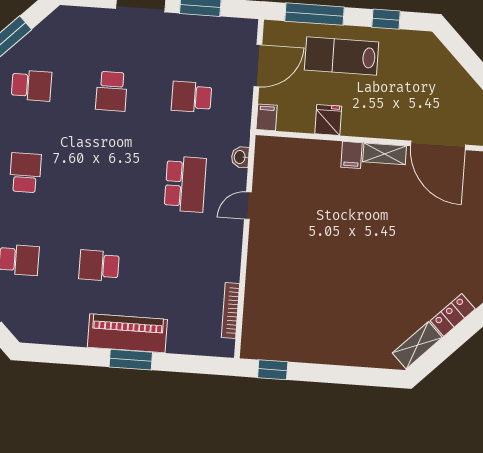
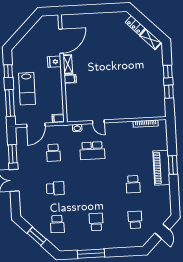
door: (258, 66) -> (36, 125), swing flipped
school desk: (32, 85) -> (57, 224), turned 180
fridge: (328, 120) -> (54, 62), moved
school desk: (25, 173) -> (96, 222), turned 90
school desk: (185, 184) -> (92, 151), turned 180
window: (273, 370) -> (169, 92), moved
window: (340, 375) -> (168, 72), added

